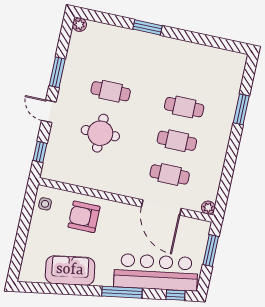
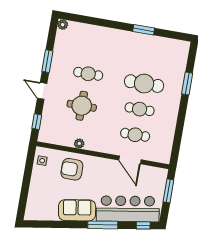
window: (147, 27) -> (144, 30), moved
cafe table: (184, 107) -> (144, 84), width x1.37, depth x1.35
door: (161, 208) -> (130, 160), width x0.73
plant: (208, 208) -> (79, 143), moved
sofa: (70, 270) -> (77, 210), moved

